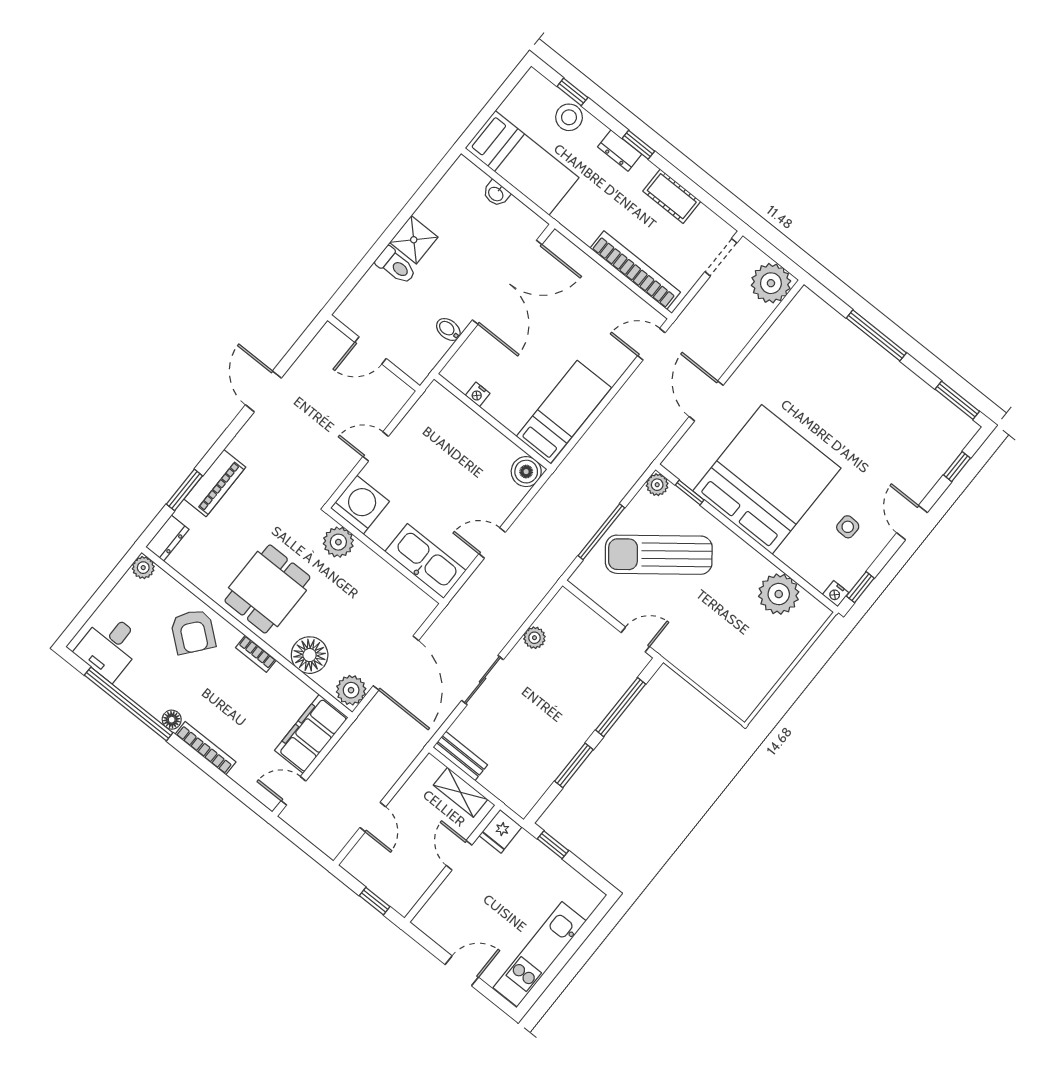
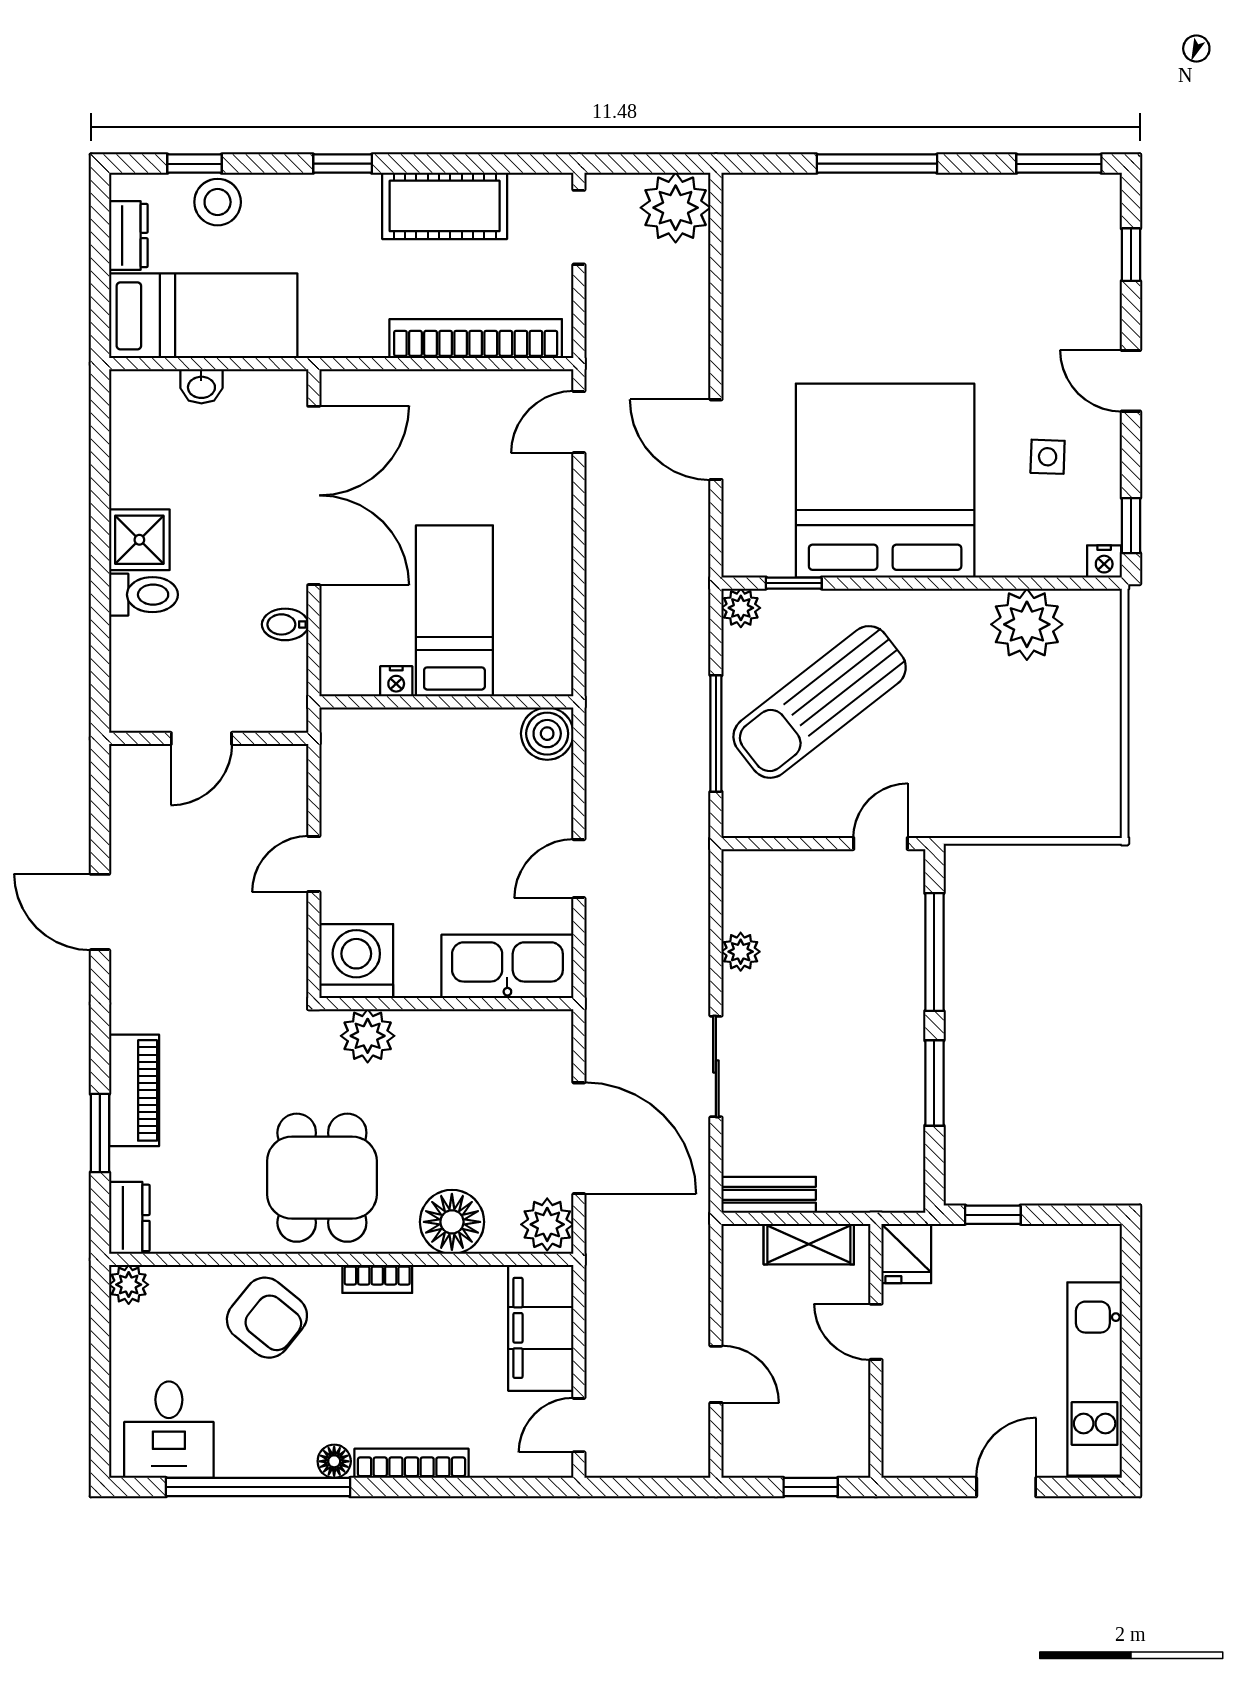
dresser: (620, 151) -> (128, 236), moved, turned -90
cot: (672, 196) -> (445, 206), width x1.37, depth x1.34
bed: (564, 412) -> (454, 611), moved

